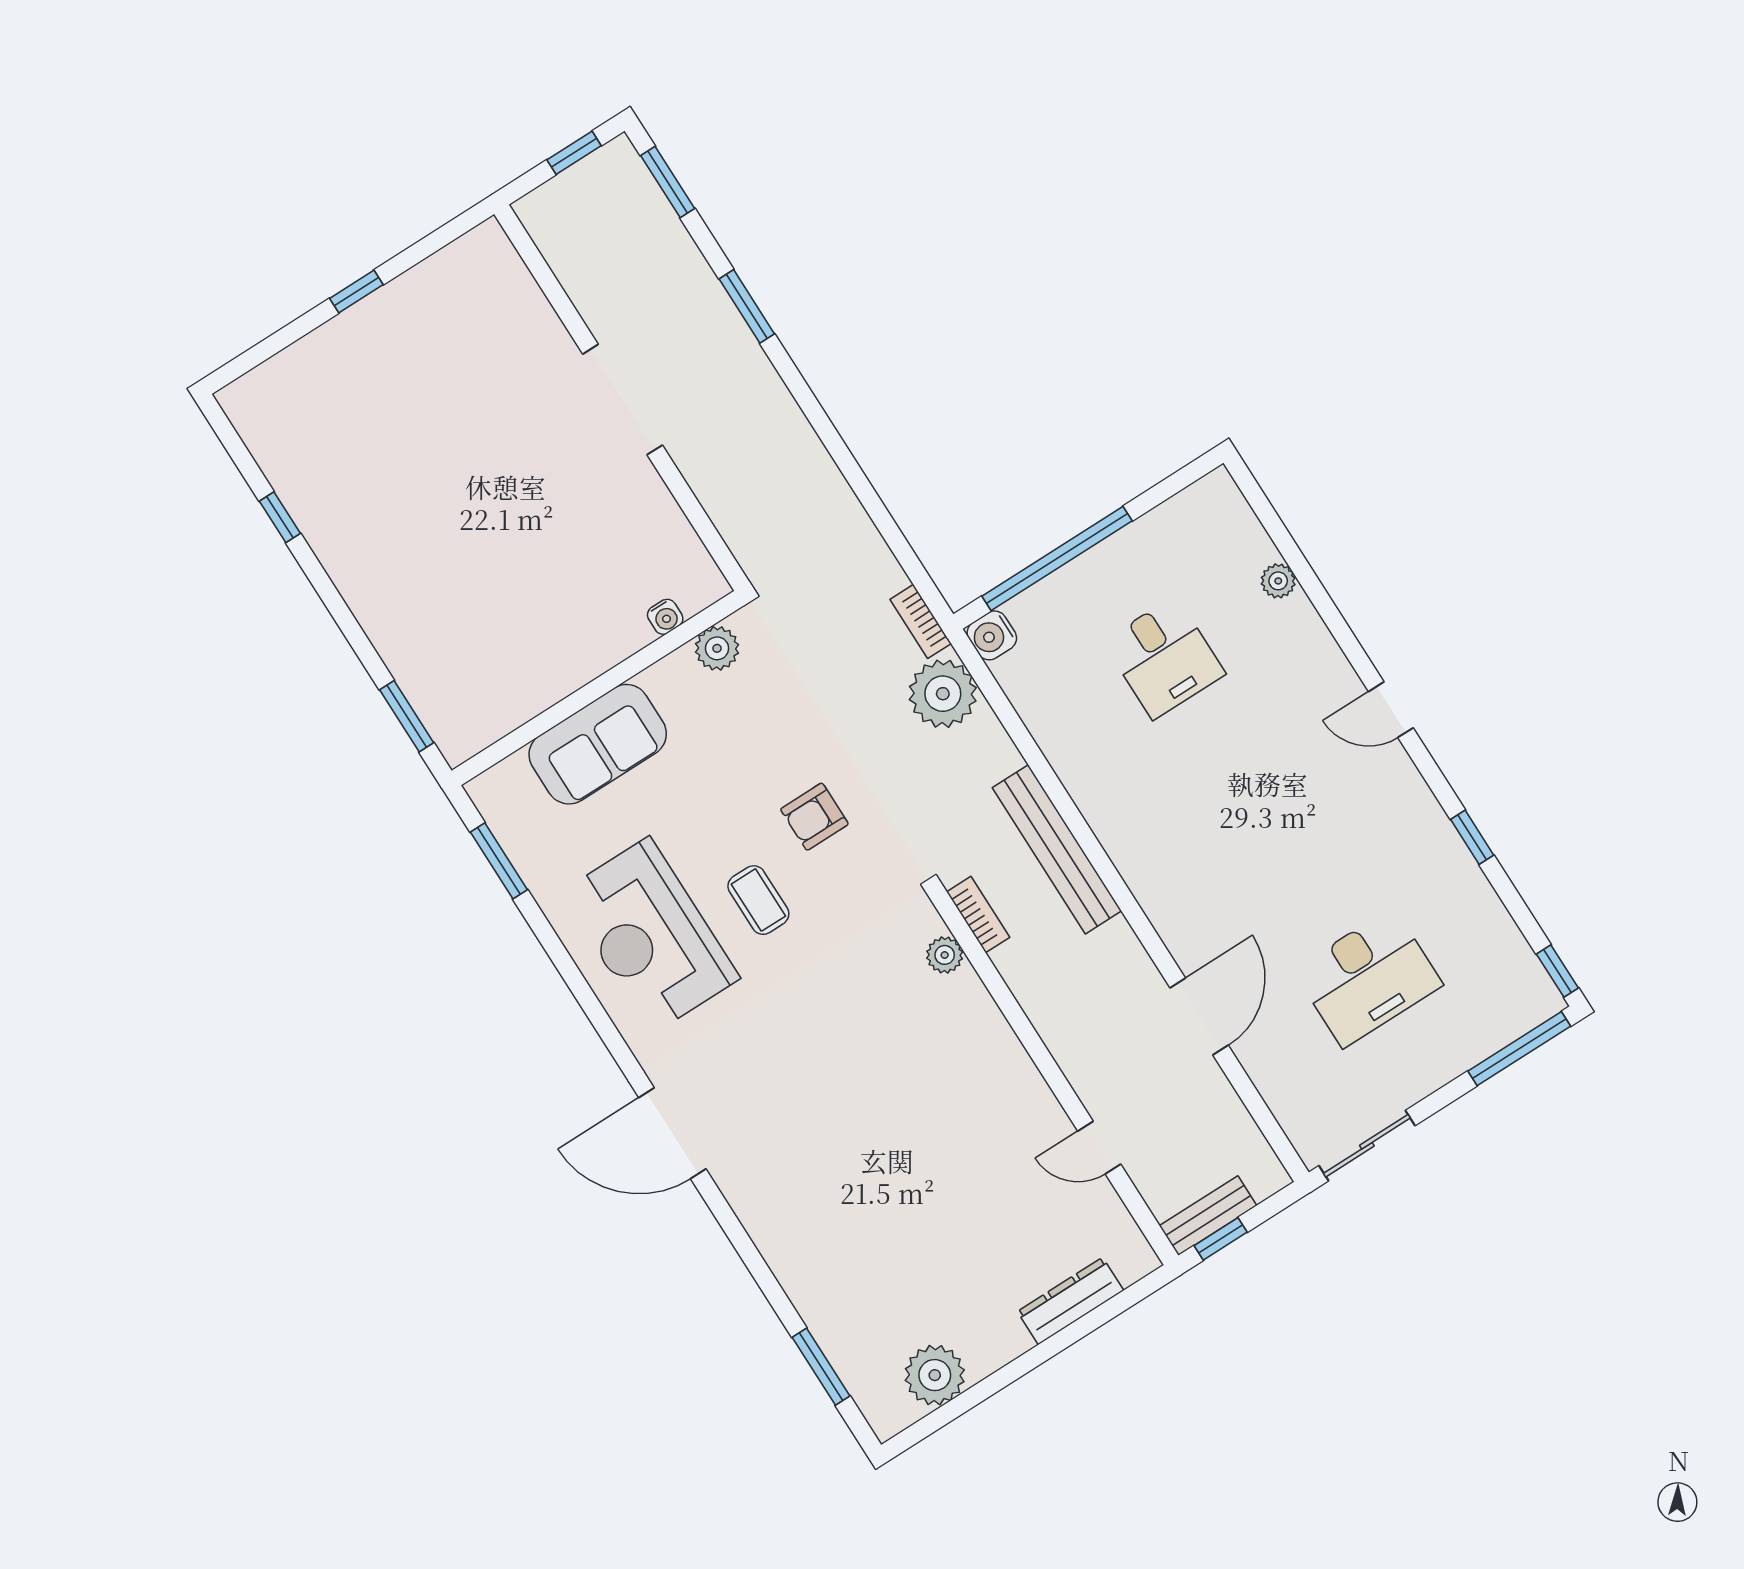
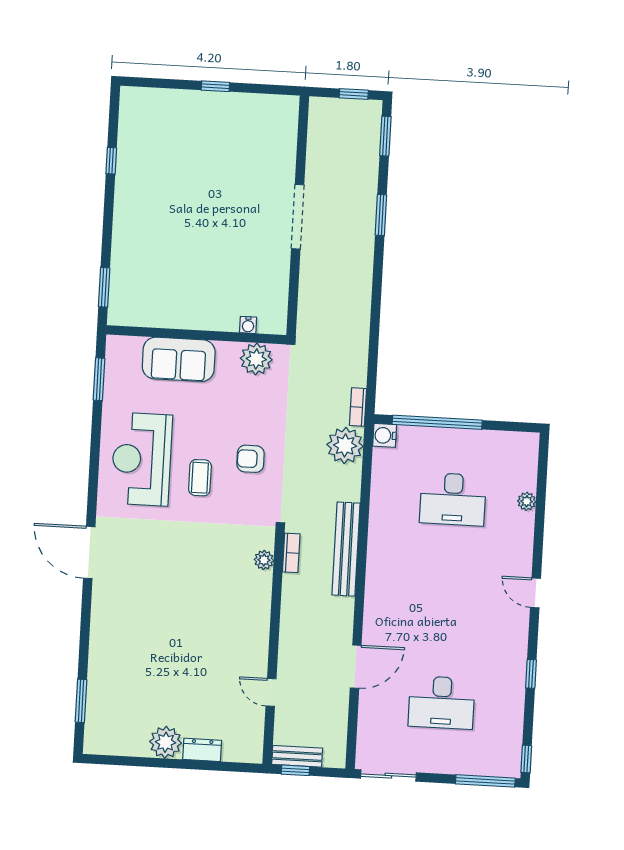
plant: (717, 648) -> (256, 359), width x1.36, depth x1.36
desk: (1164, 658) -> (453, 499), width x1.37
dresser: (1070, 1301) -> (202, 750), width x0.70
plant: (935, 1375) -> (166, 742), moved

